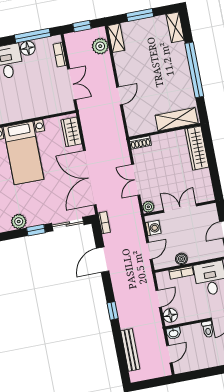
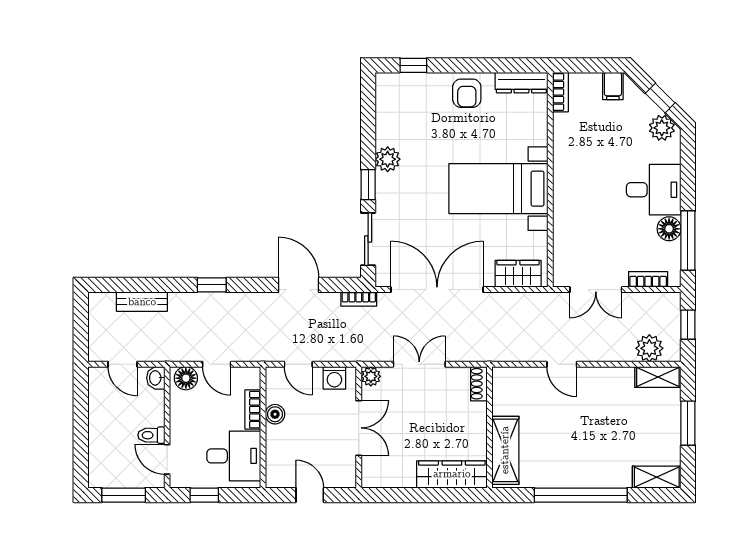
bench: (130, 350) -> (142, 302), width x0.73

